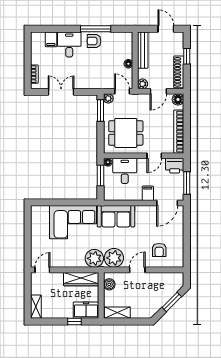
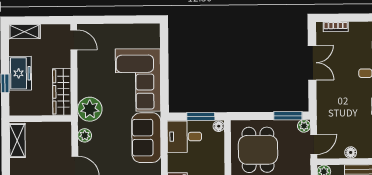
desk: (125, 171) -> (184, 137), moved, turned 180
plant: (114, 258) -> (85, 135), width x0.53, depth x0.53
boiler: (109, 284) -> (55, 129), removed
freezer: (86, 310) -> (20, 73), moved

